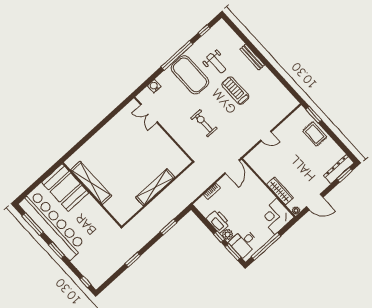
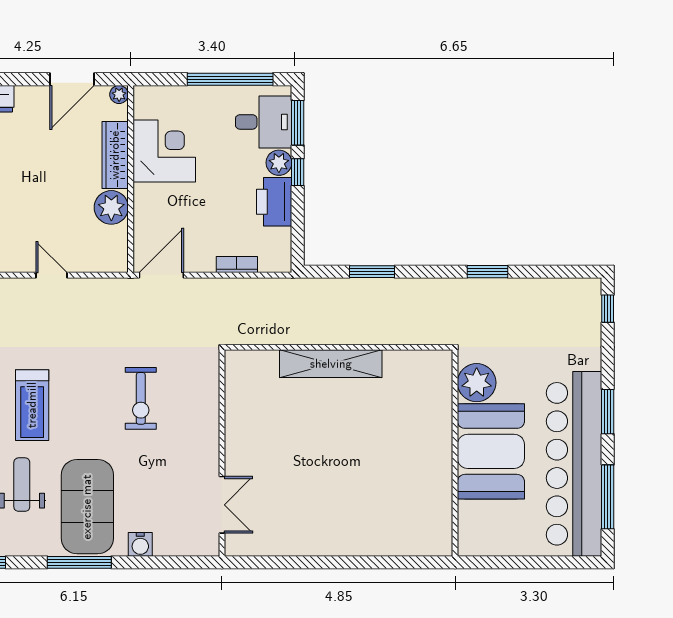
window: (177, 55) -> (79, 562), width x0.68
water cooler: (154, 86) -> (140, 544), moved
plant: (267, 174) -> (111, 207), added
shelving: (91, 183) -> (437, 475), removed
booth: (65, 188) -> (491, 451), moved
door: (315, 202) -> (72, 79), swing flipped
corner desk: (276, 216) -> (164, 151), moved, turned -90
plant: (105, 222) -> (477, 383), added

